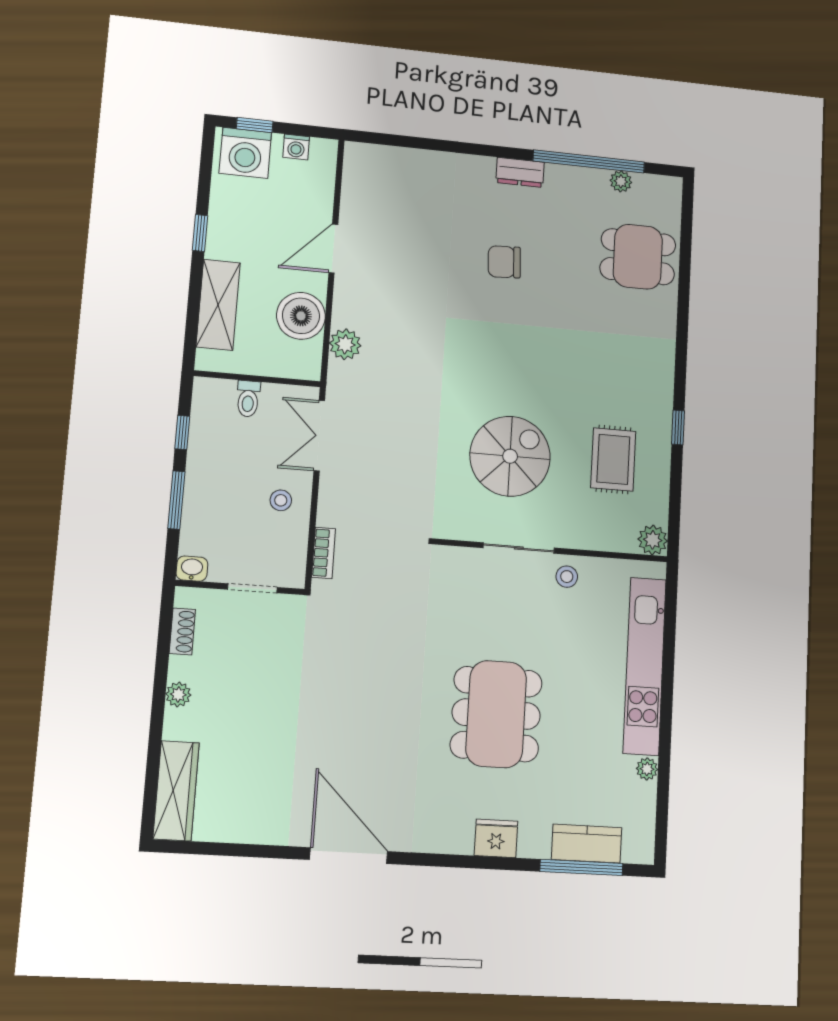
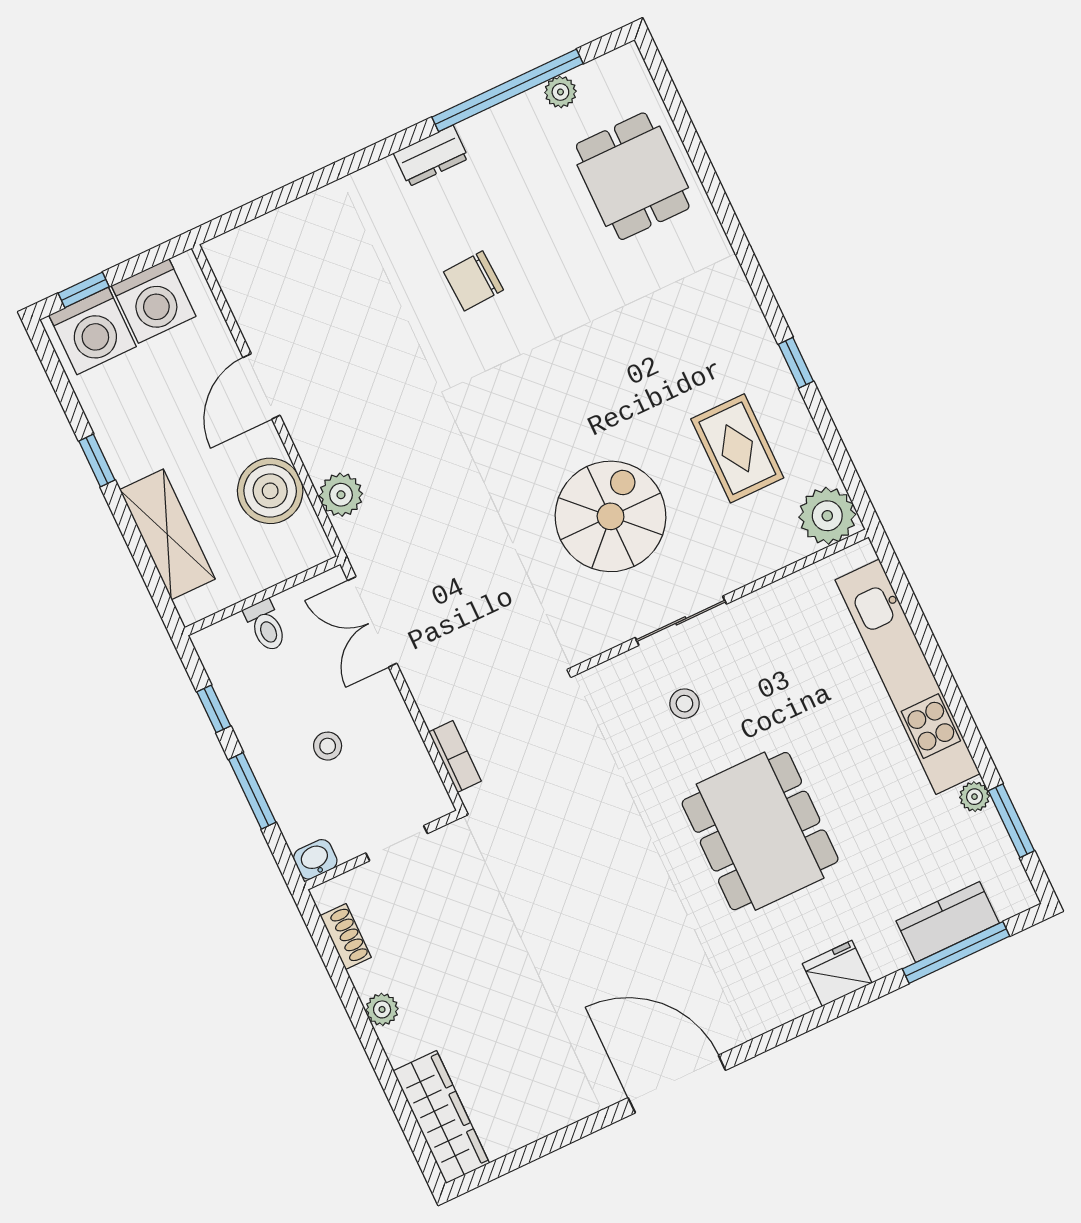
washing machine: (296, 147) -> (154, 301), width x1.89, depth x1.89
dining table: (638, 257) -> (633, 176), turned 90
stool: (281, 500) -> (328, 746), moved
plant: (653, 540) -> (827, 516), width x1.36, depth x1.36
stool: (567, 577) -> (684, 704), moved
window: (663, 798) -> (1011, 821), added

